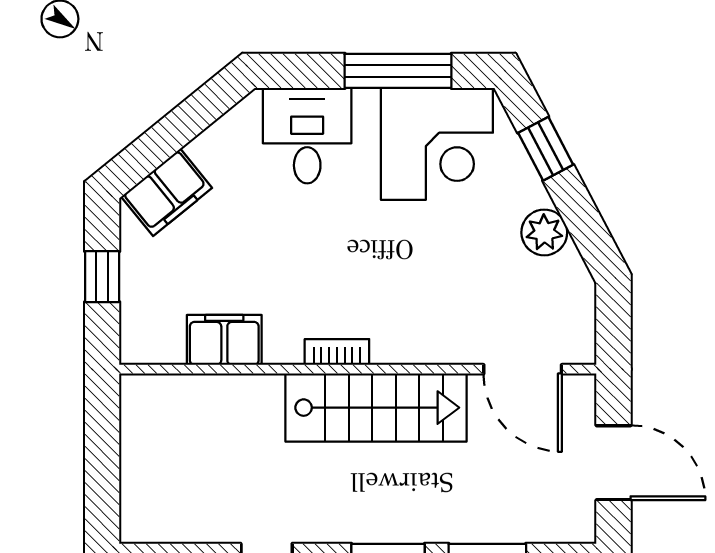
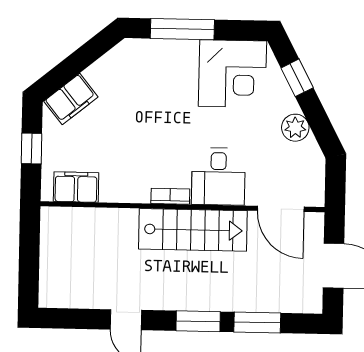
window: (398, 71) -> (182, 29), moved
desk: (307, 136) -> (218, 176), moved, turned 180
filing cabinet: (224, 340) -> (76, 187), moved

